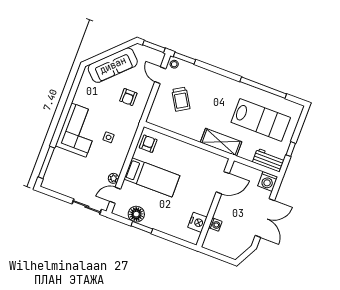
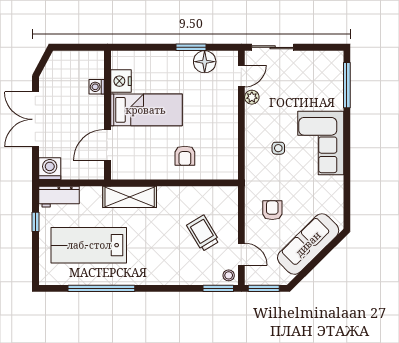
armchair: (148, 144) -> (185, 156), moved
bed: (152, 177) -> (146, 110), moved, turned 180

